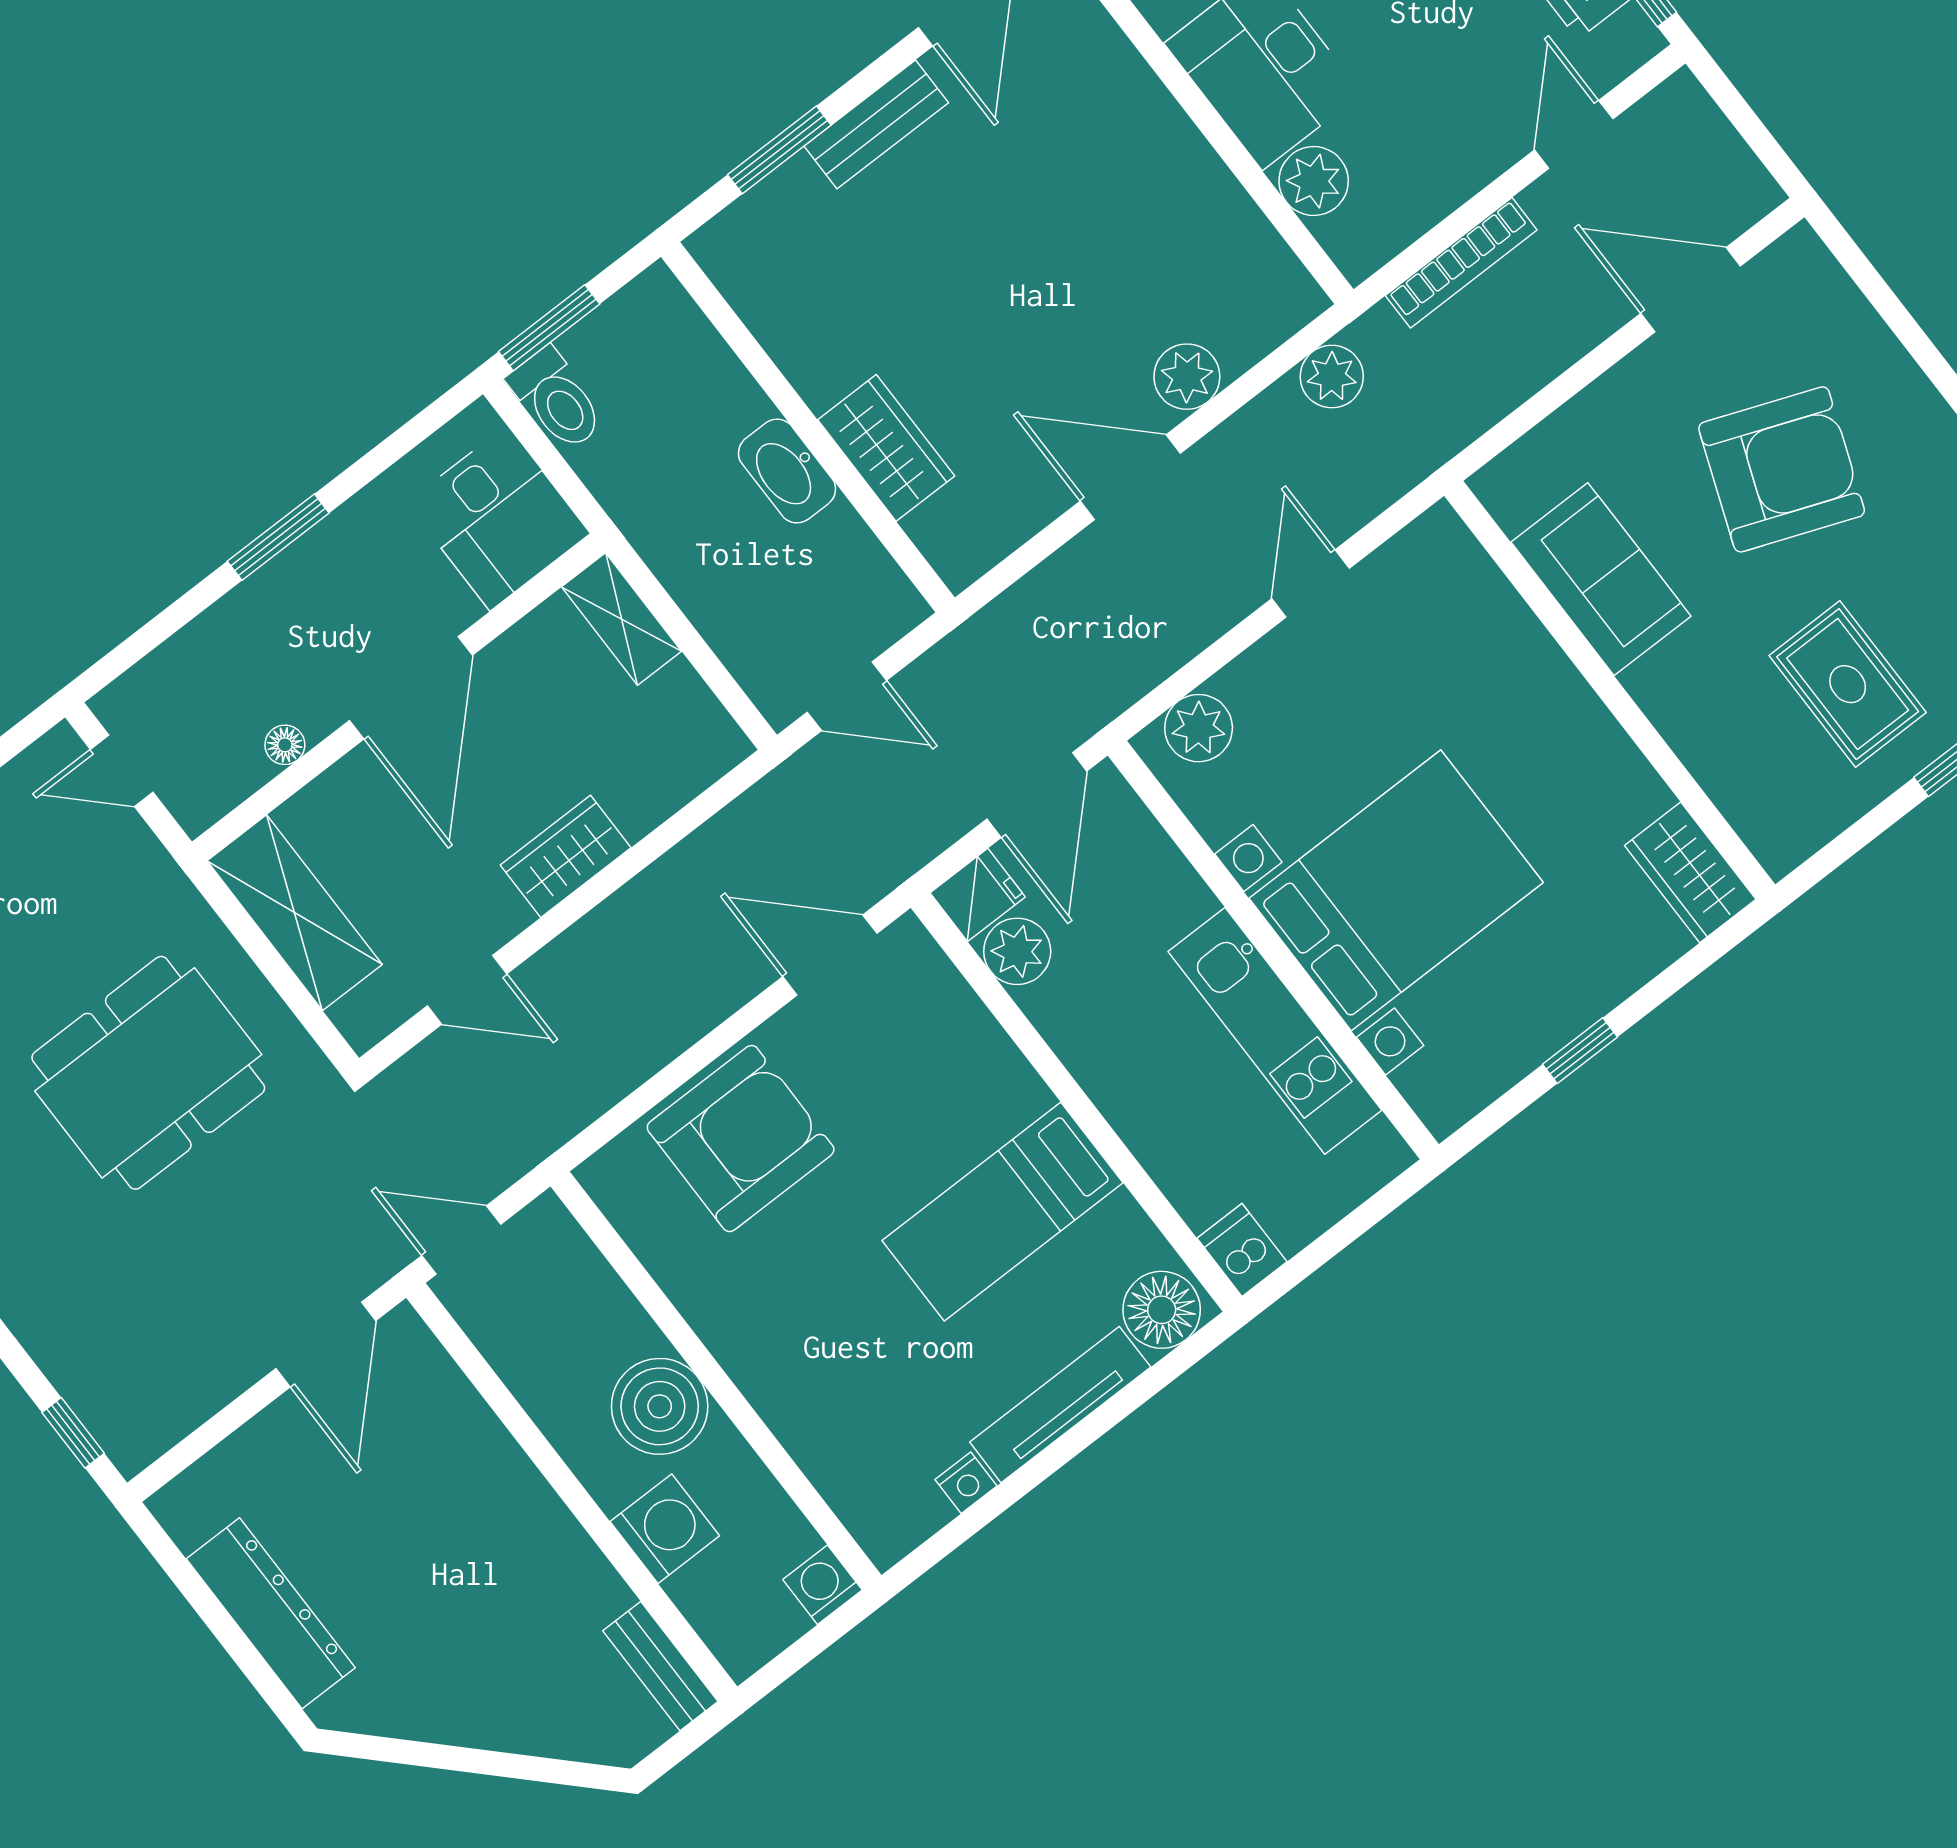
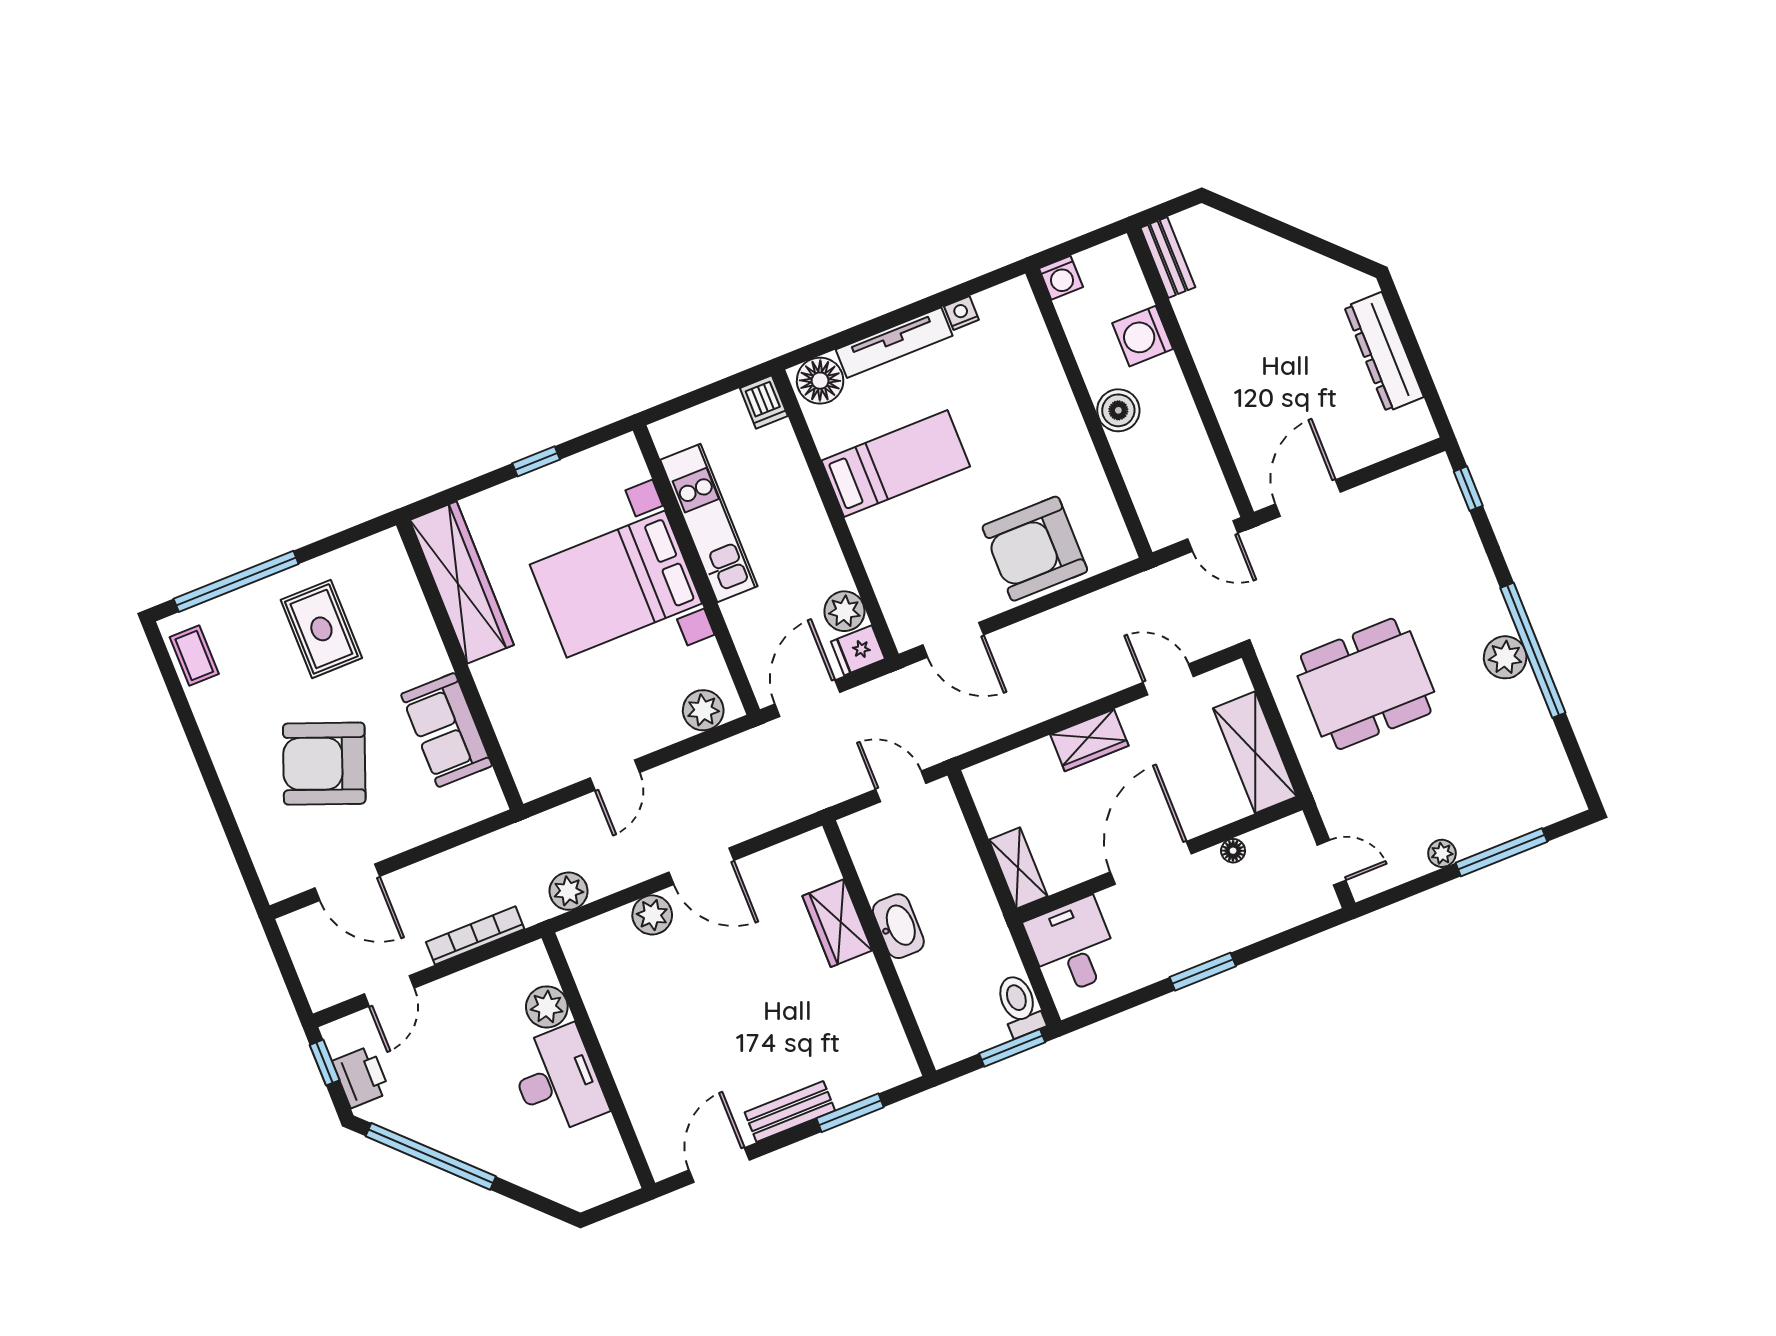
wardrobe: (1690, 872) -> (462, 582), width x2.10, depth x1.17
boiler: (660, 1406) -> (1118, 410), width x0.73, depth x0.73

